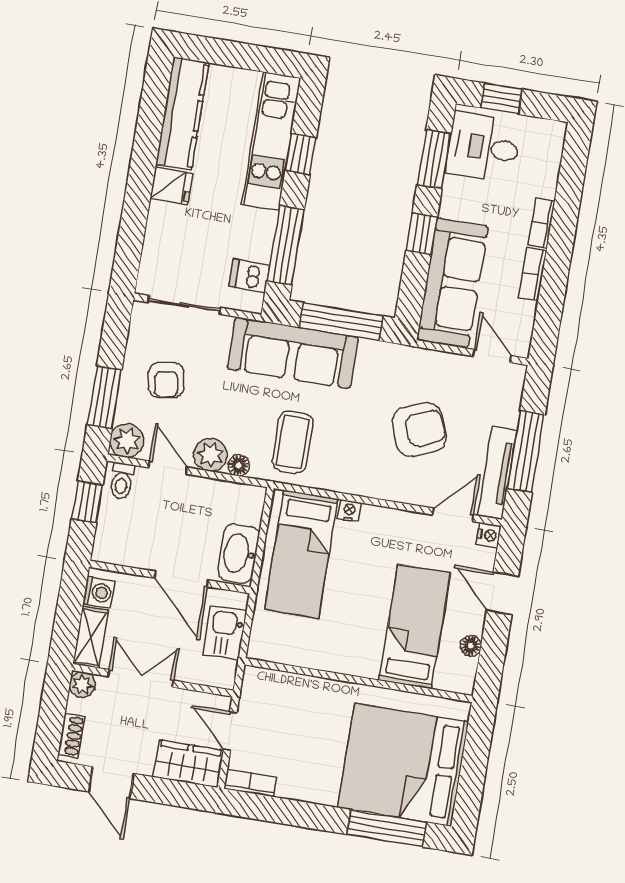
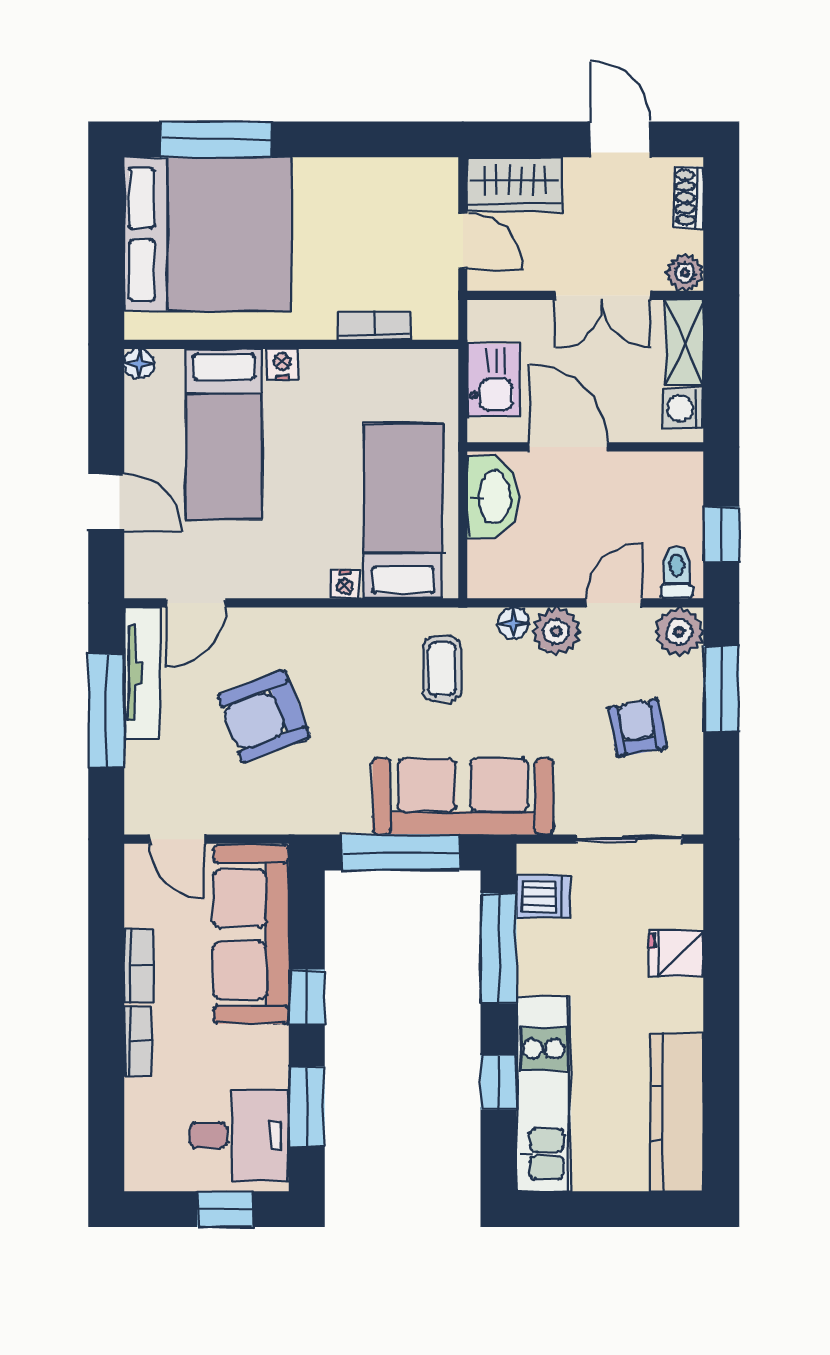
fridge: (171, 186) -> (676, 953), moved
coffee table: (293, 442) -> (442, 669), width x0.73, depth x0.77
door: (168, 468) -> (614, 603), swing flipped
nightstand: (489, 535) -> (282, 364), moved, turned 90
floor lamp: (471, 646) -> (139, 364), moved
bookcase: (250, 783) -> (374, 325), moved, turned 180

